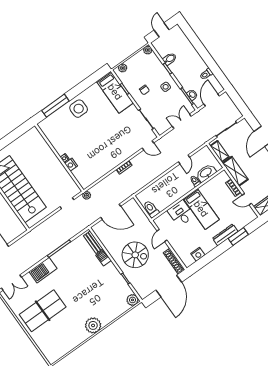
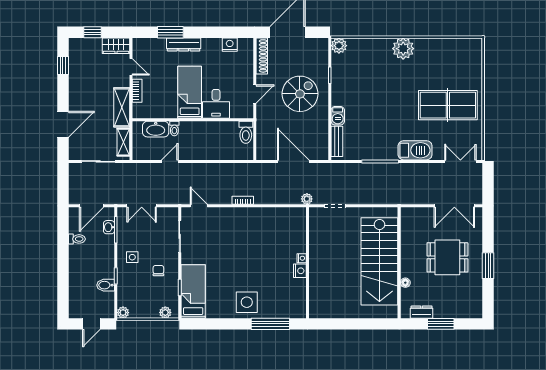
nightstand: (71, 165) -> (300, 271), moved
spiral stairs: (135, 255) -> (300, 94), turned 90

